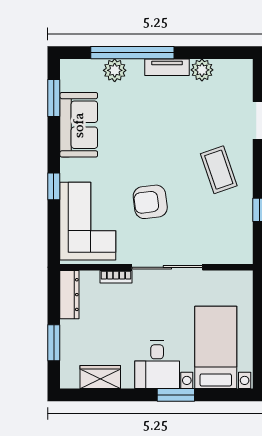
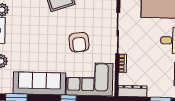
sofa: (79, 125) -> (39, 83), width x1.36

